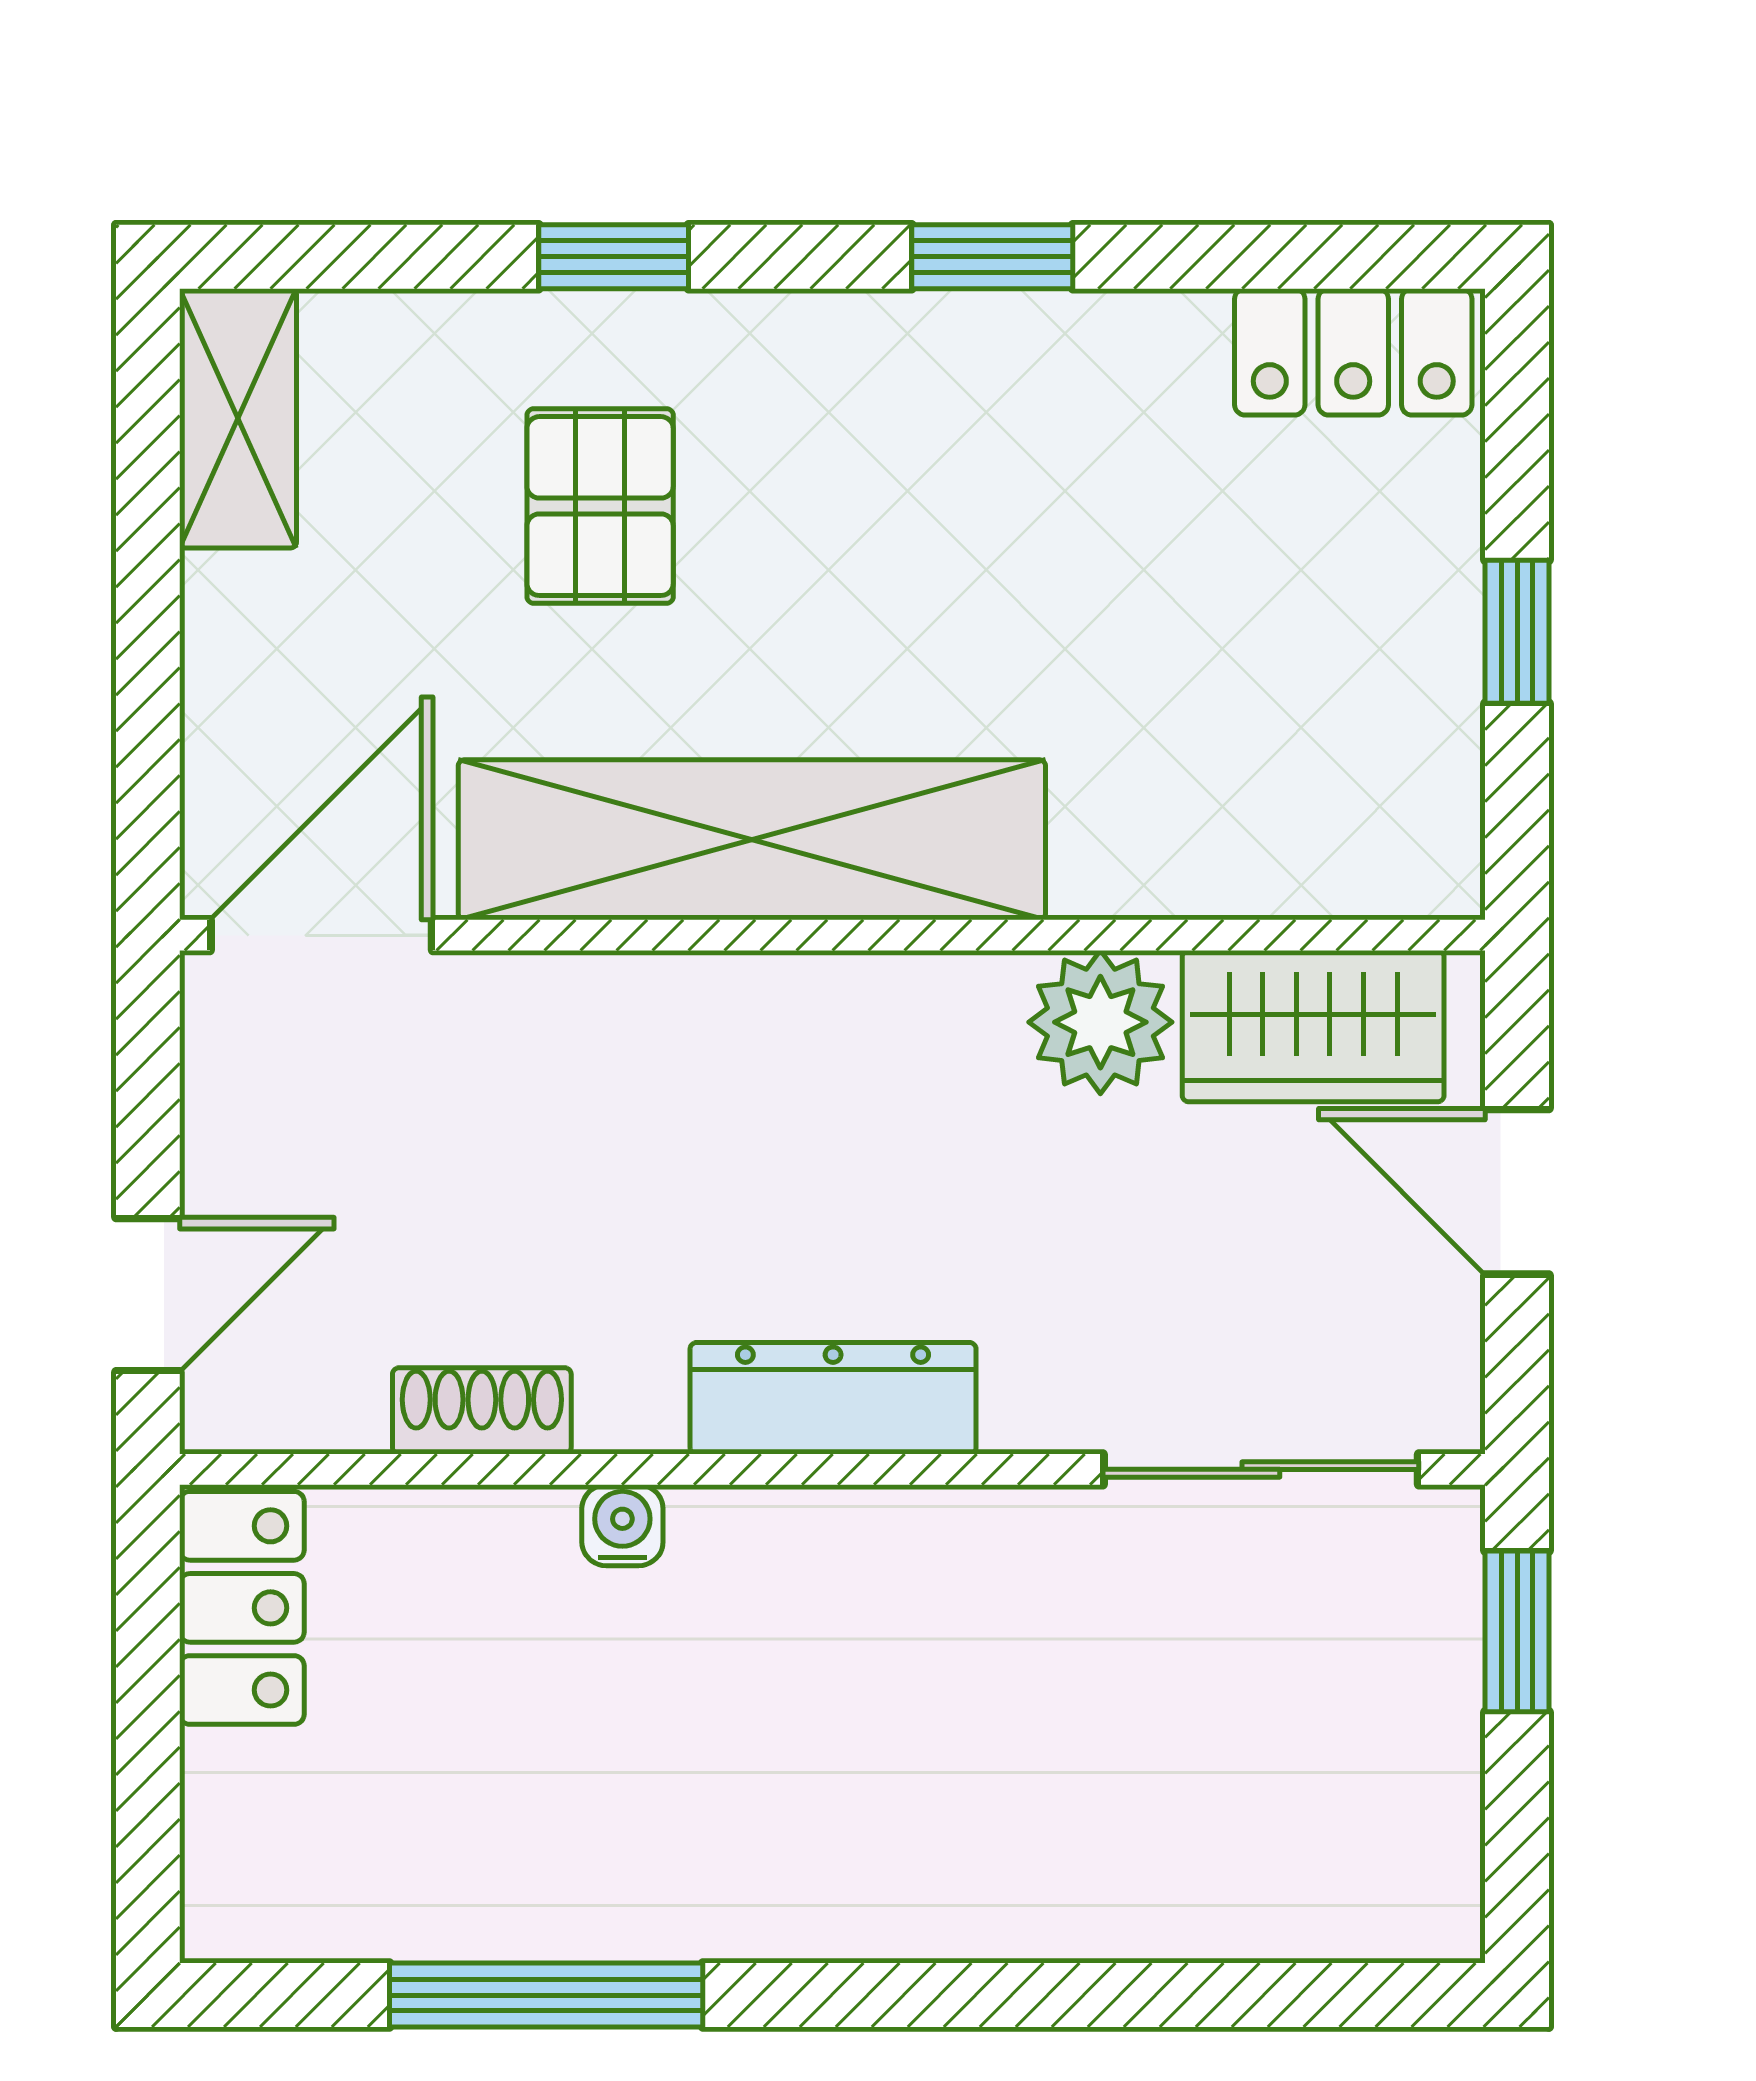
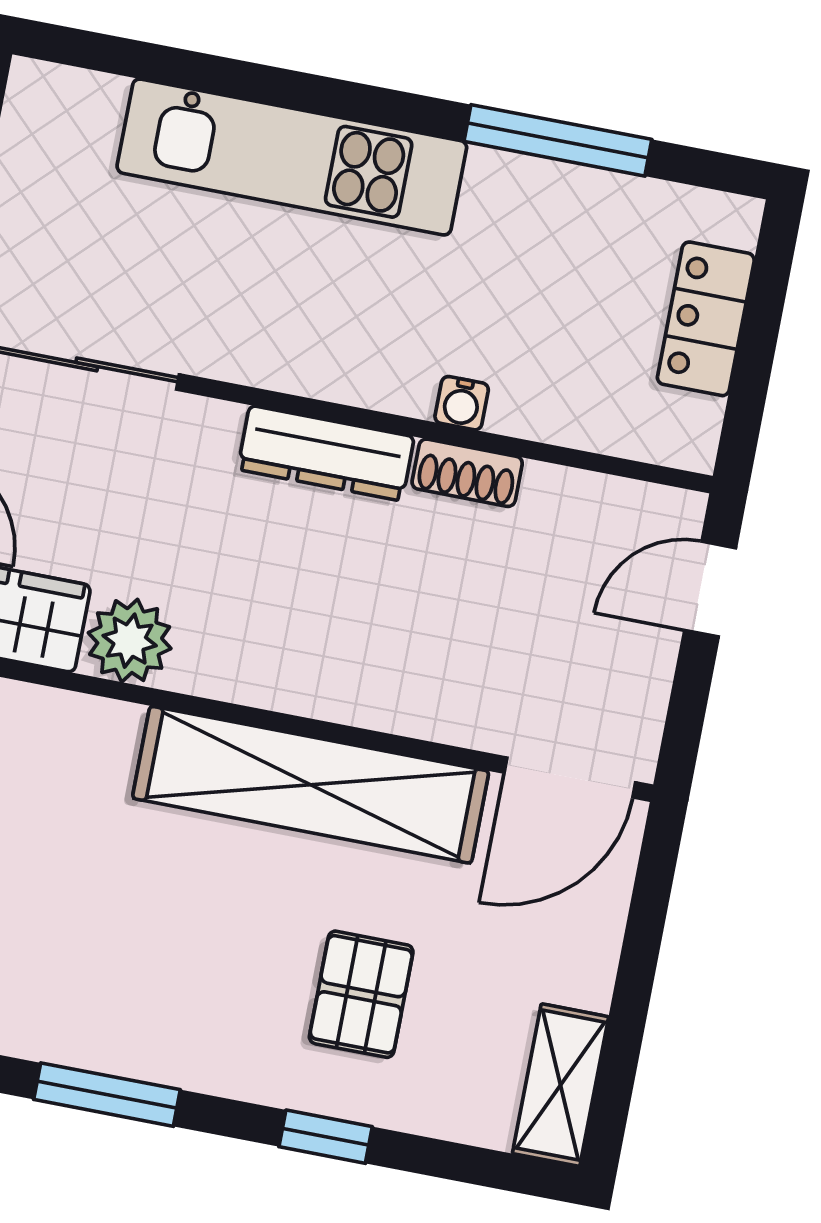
window: (992, 257) -> (107, 1095), width x1.50
shoe rack: (482, 1411) -> (467, 473), moved
locker: (242, 1608) -> (706, 319), moved
kitchen unit: (985, 1882) -> (292, 157), added

